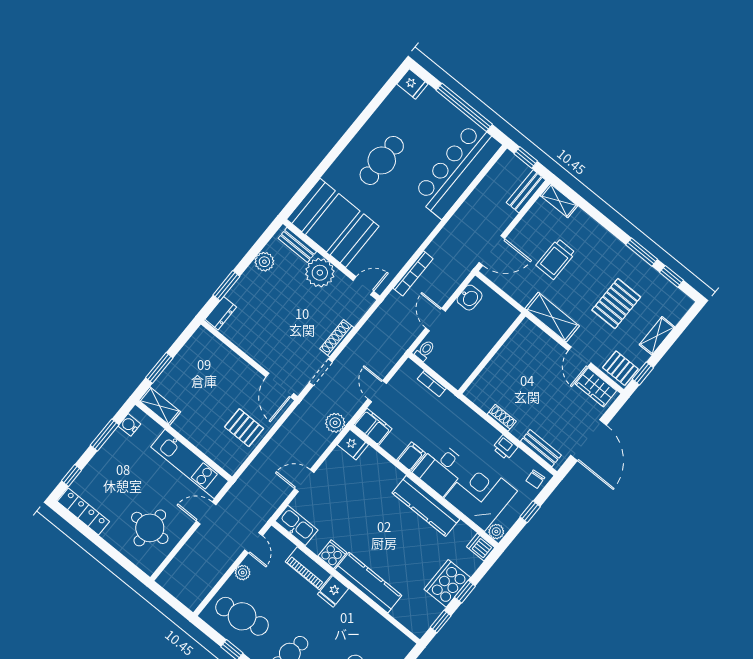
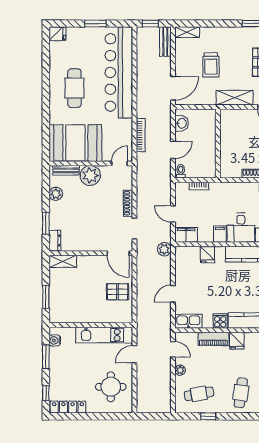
window: (464, 107) -> (95, 24), width x0.47
bar counter: (457, 170) -> (119, 72), width x1.36
door: (436, 320) -> (173, 150), swing flipped
shelving: (160, 406) -> (63, 261), moved
fridge: (353, 445) -> (207, 255), moved, turned 90
cafe table: (242, 616) -> (199, 394), width x0.73, depth x0.74

